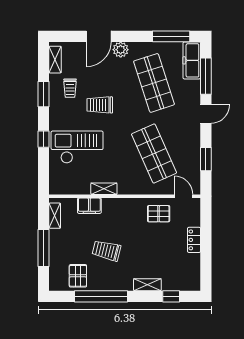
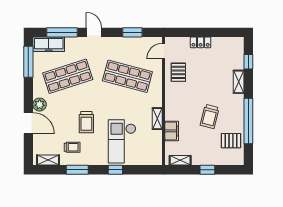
shop shelf: (154, 153) -> (127, 76), turned 39
window: (44, 248) -> (207, 170), width x0.46

